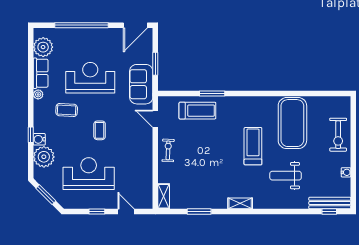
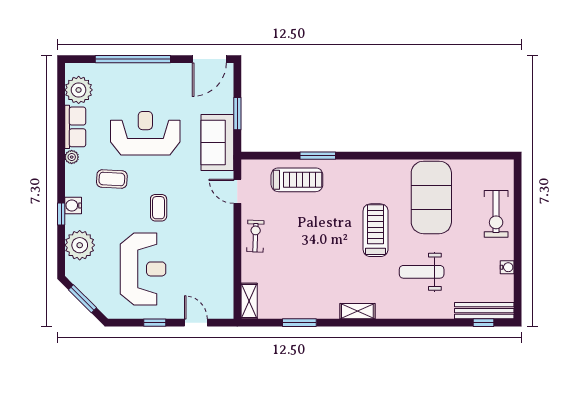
water cooler: (39, 139) -> (73, 205), moved
reception desk: (89, 174) -> (143, 269), turned 90

